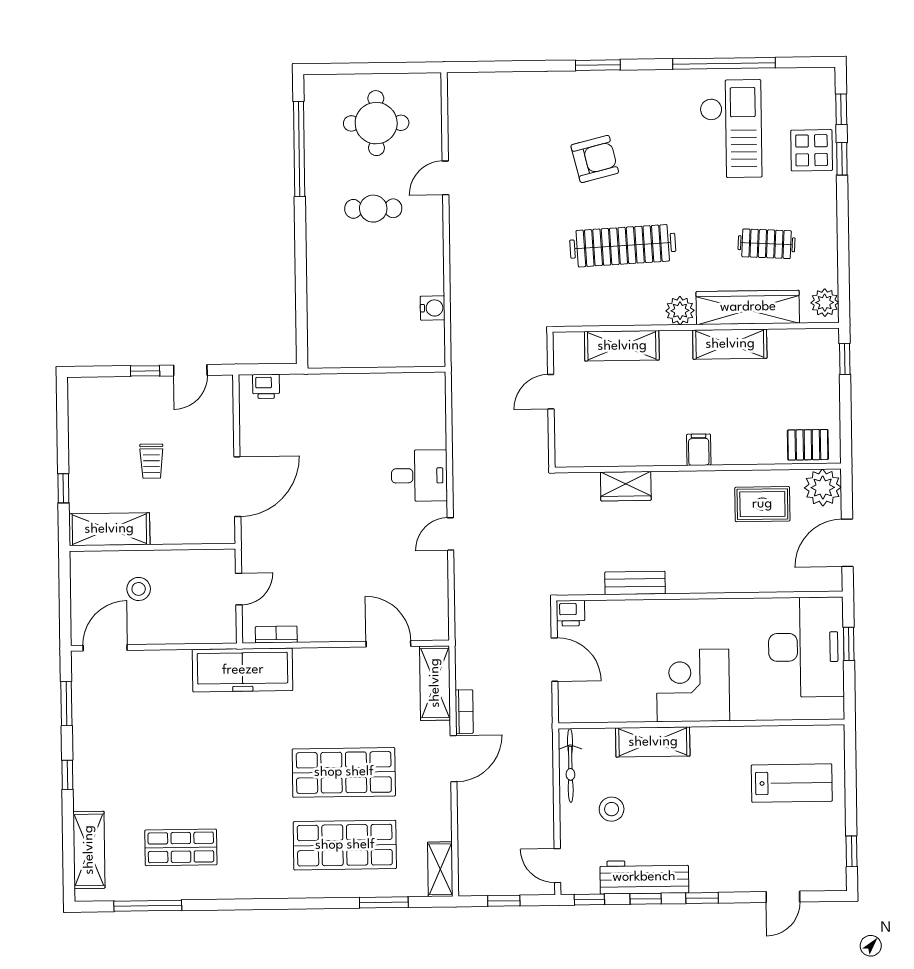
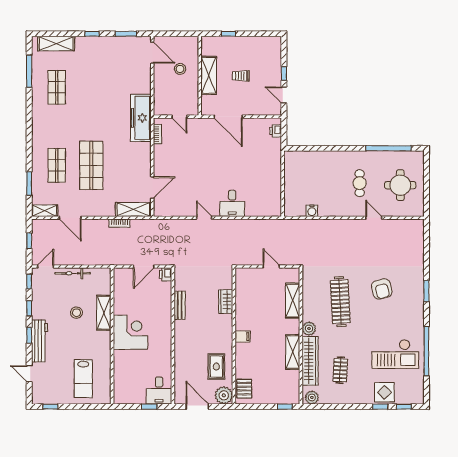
shelving: (109, 529) -> (209, 75), moved
desk: (806, 647) -> (159, 391), width x0.53, depth x0.77
door: (454, 759) -> (70, 218), moved
bicycle: (570, 765) -> (73, 273), moved
stool: (612, 809) -> (76, 313), moved
shop shelf: (345, 845) -> (57, 165), width x0.70, depth x0.74
workbench: (644, 877) -> (40, 341), moved

